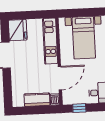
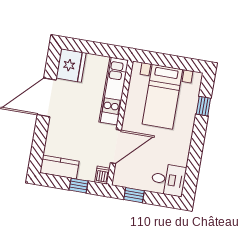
kitchen counter: (37, 100) -> (59, 167), moved
window: (41, 110) -> (79, 186), added

